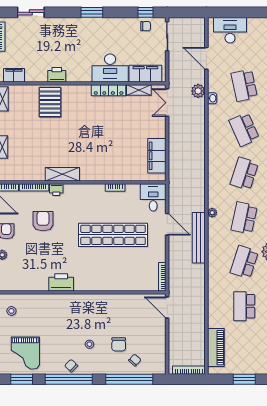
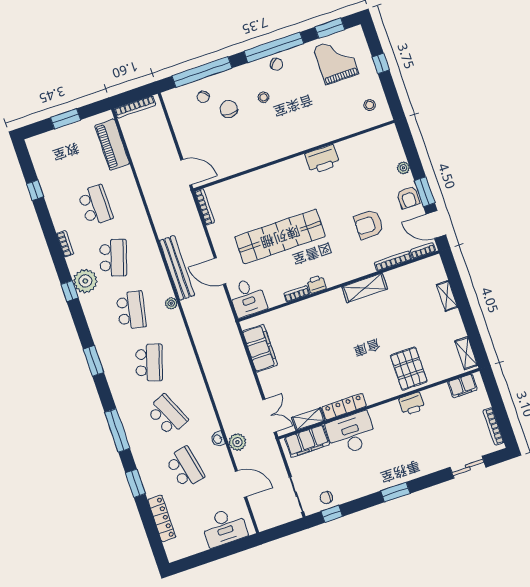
printer: (56, 190) -> (316, 284), moved
armchair: (43, 221) -> (369, 224), turned 90

